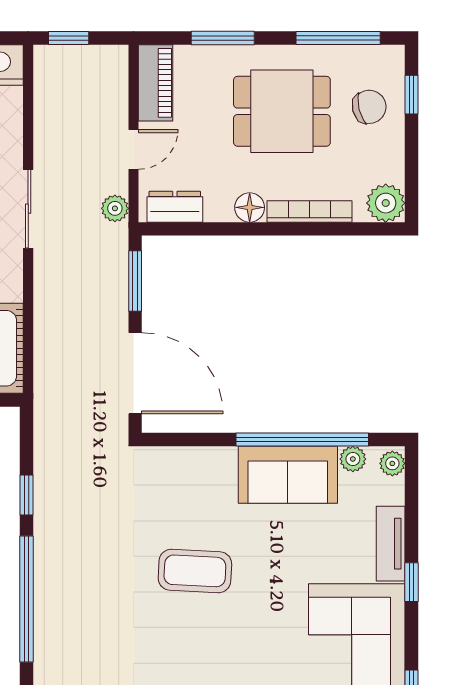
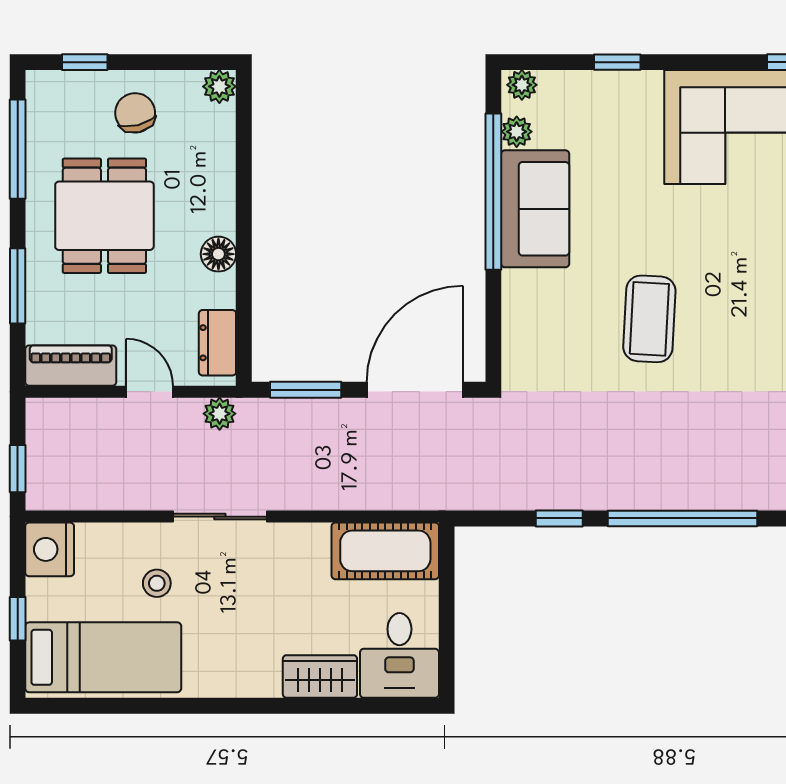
chair: (369, 107) -> (135, 113), moved
plant: (386, 203) -> (219, 86), width x0.73, depth x0.73
bookcase: (310, 211) -> (223, 183), removed
tv unit: (391, 544) -> (617, 87), removed
window: (412, 582) -> (617, 62), moved

